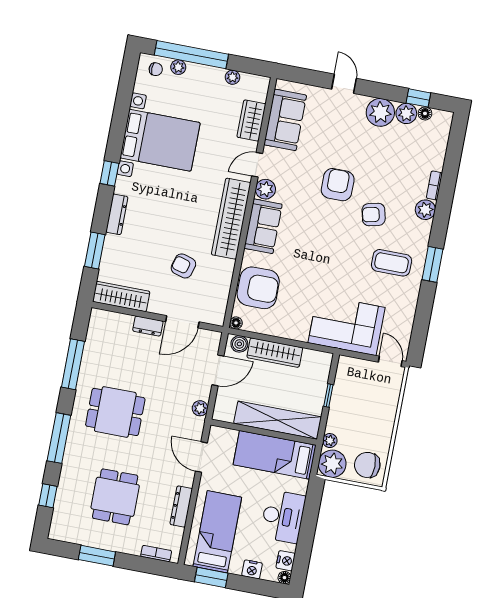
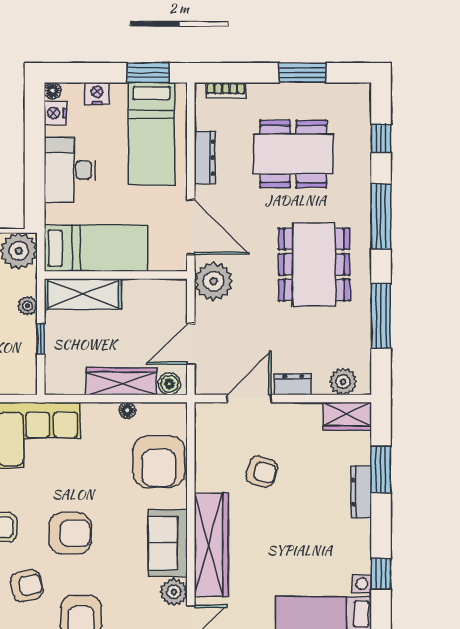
dresser: (117, 214) -> (361, 492), moved
armchair: (334, 247) -> (70, 533), added
armchair: (258, 288) -> (159, 462), turned -90
wardrobe: (121, 297) -> (347, 416), width x0.67
plant: (110, 321) -> (343, 382), added
floor lamp: (236, 323) -> (127, 410), moved
plant: (200, 408) -> (214, 281), width x1.87, depth x1.87
dining table: (115, 412) -> (314, 264), width x1.38
shelving: (278, 420) -> (83, 294), width x0.68
plant: (330, 441) -> (28, 306), moved
door: (201, 457) -> (191, 227), width x1.36
dining table: (115, 497) -> (293, 154), width x1.38

